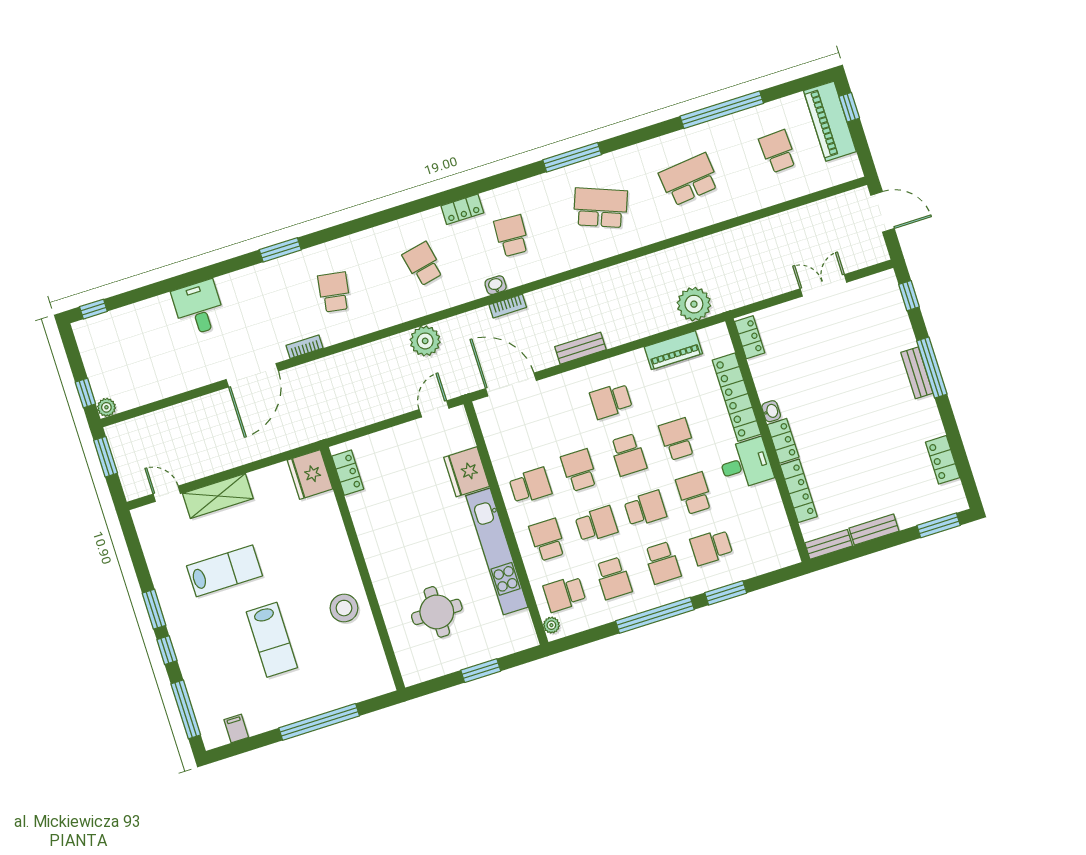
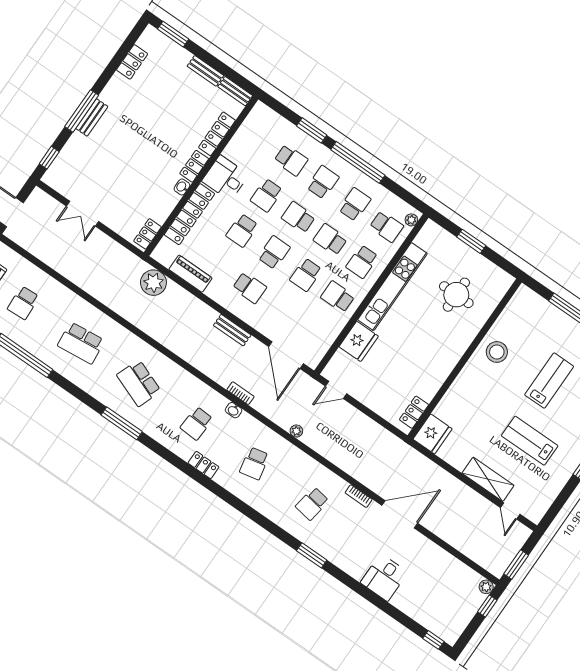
plant: (425, 341) -> (296, 431), width x0.53, depth x0.53

